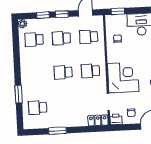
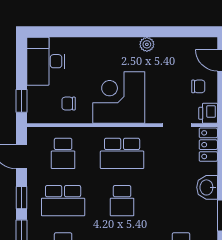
school desk: (61, 38) -> (63, 201), width x1.85
school desk: (90, 71) -> (122, 153), width x1.85
corner desk: (123, 78) -> (119, 97), moved
washbasin: (73, 121) -> (207, 187), added

